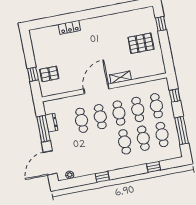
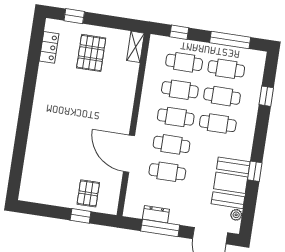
locker: (69, 27) -> (49, 47), moved
shelving: (120, 77) -> (135, 47), moved
door: (96, 89) -> (129, 154), moved
booth: (89, 164) -> (231, 183), added

